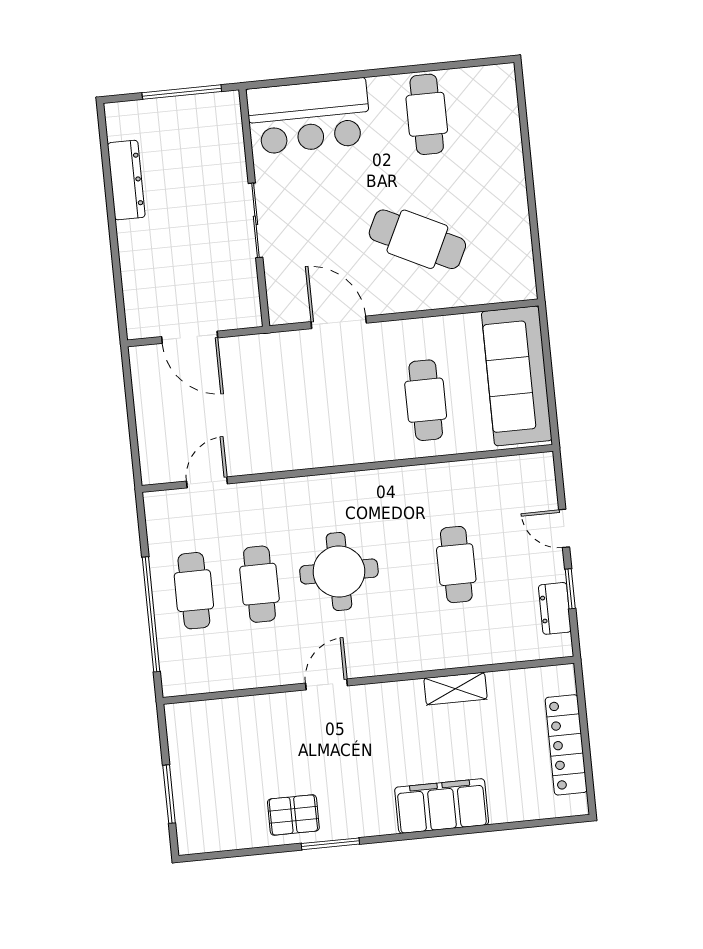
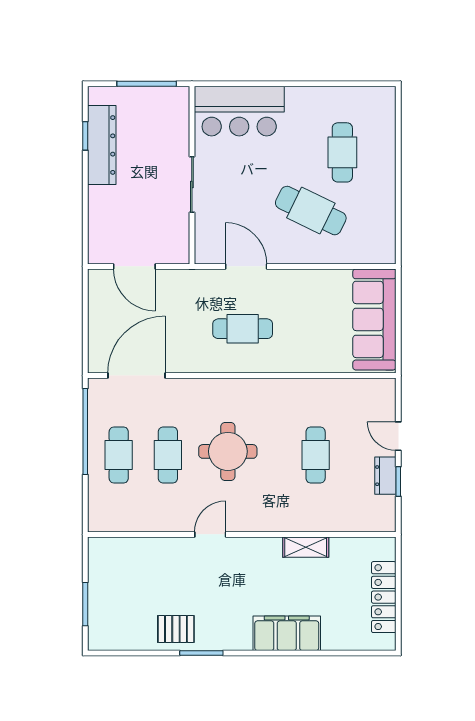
cafe table: (427, 114) -> (342, 152), moved
window: (107, 170) -> (85, 136), added
dresser: (126, 180) -> (102, 145), width x1.37, depth x1.24
cafe table: (426, 400) -> (243, 329), moved, turned 90
door: (207, 482) -> (136, 376), width x1.88
dresser: (555, 608) -> (385, 476), moved
window: (151, 614) -> (85, 431), moved

